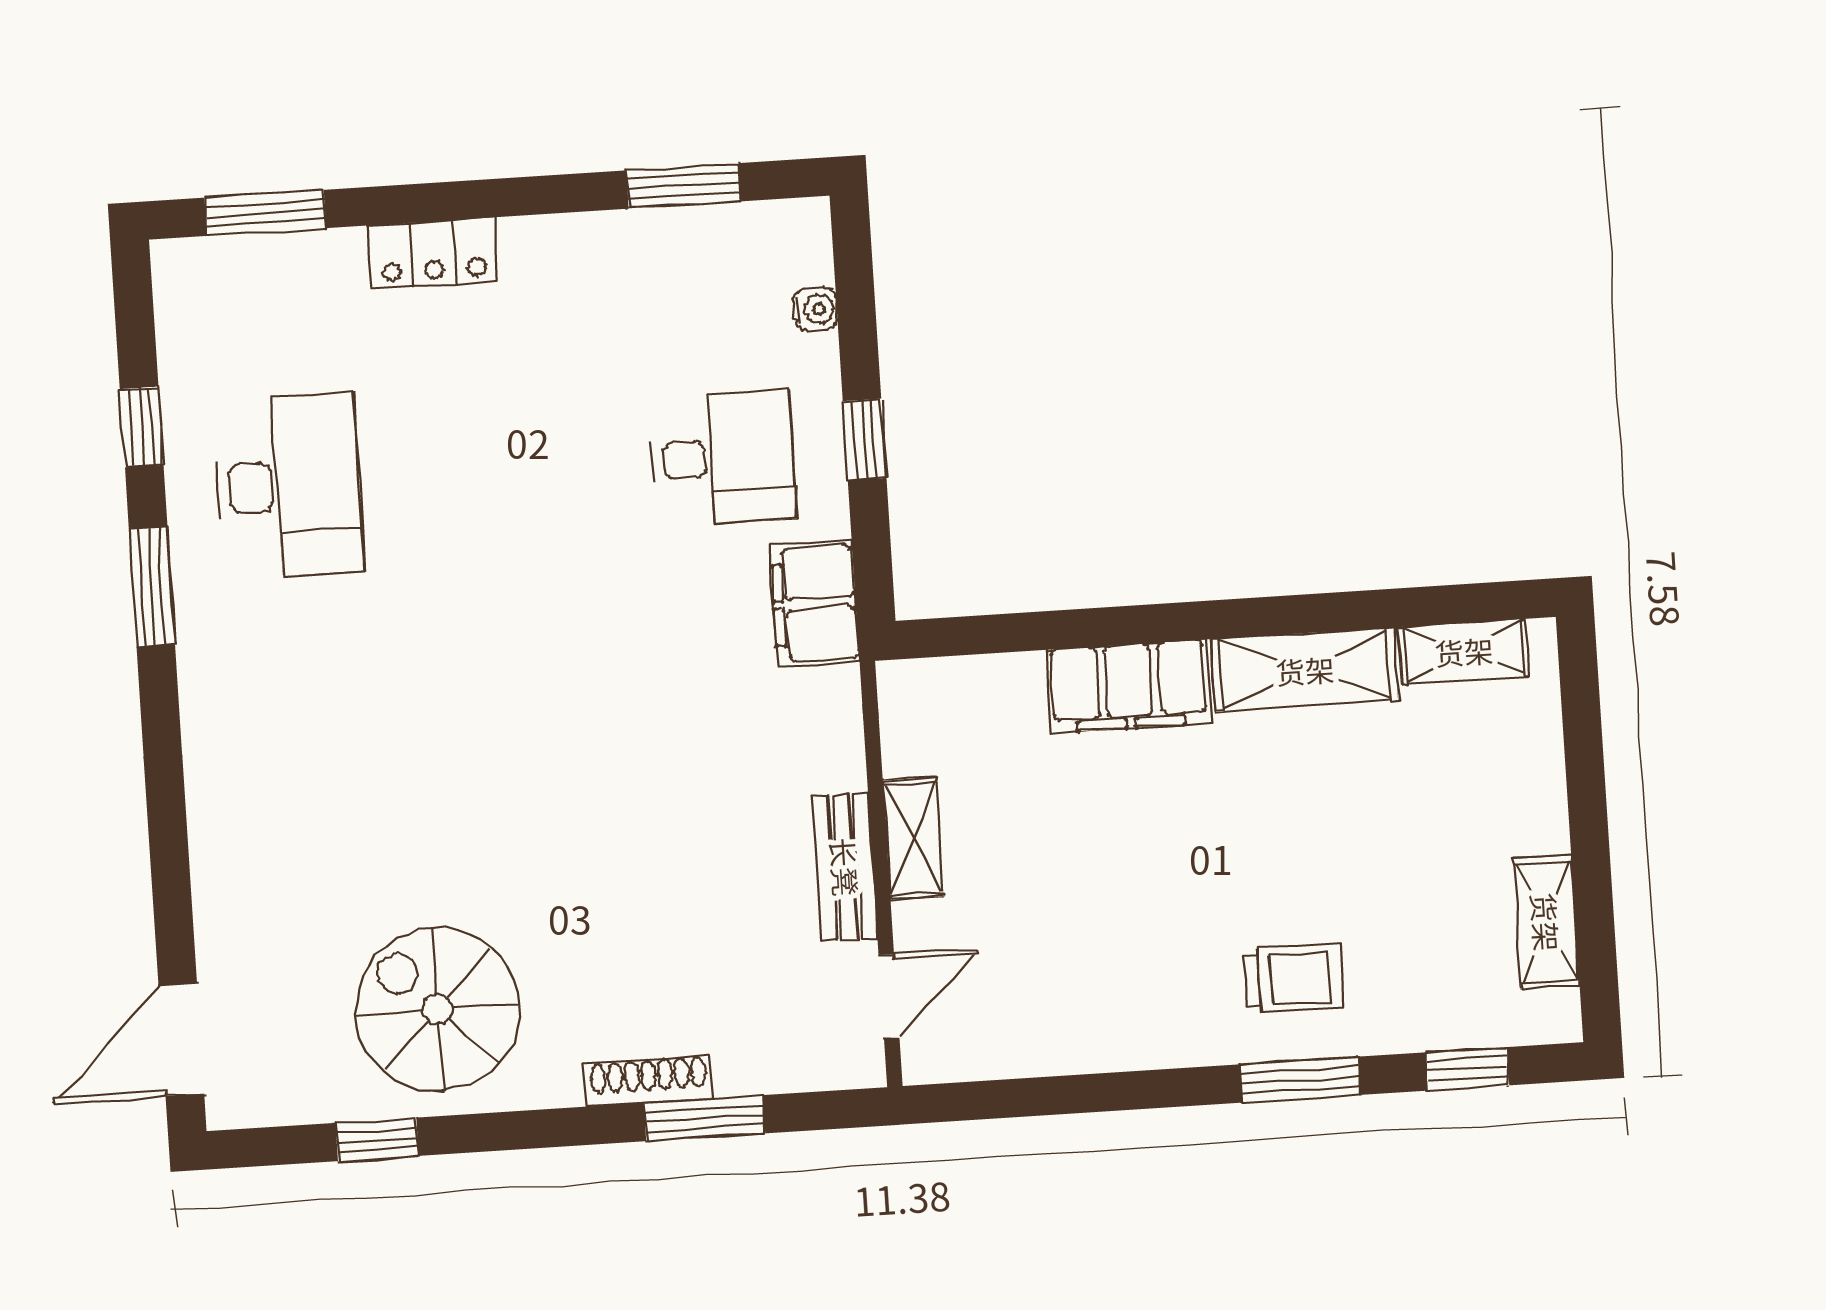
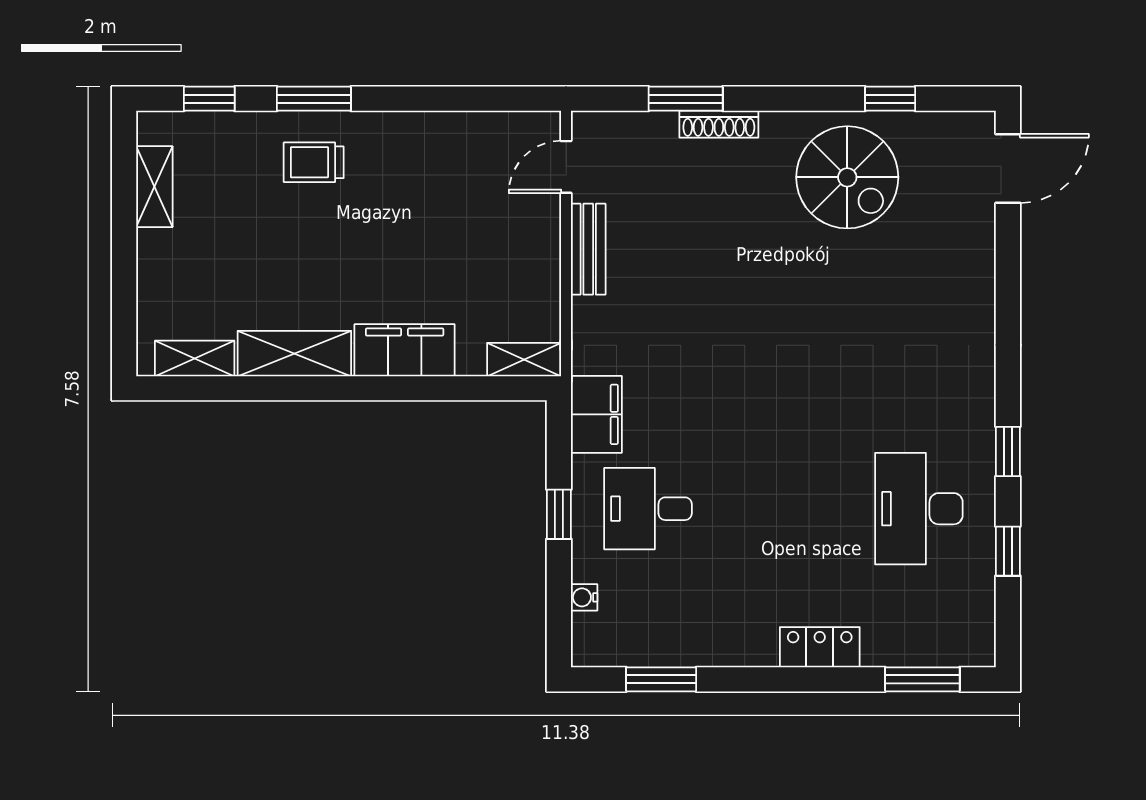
window: (152, 586) -> (1008, 452), width x0.67
shelving: (913, 838) -> (524, 360), moved, turned 90

